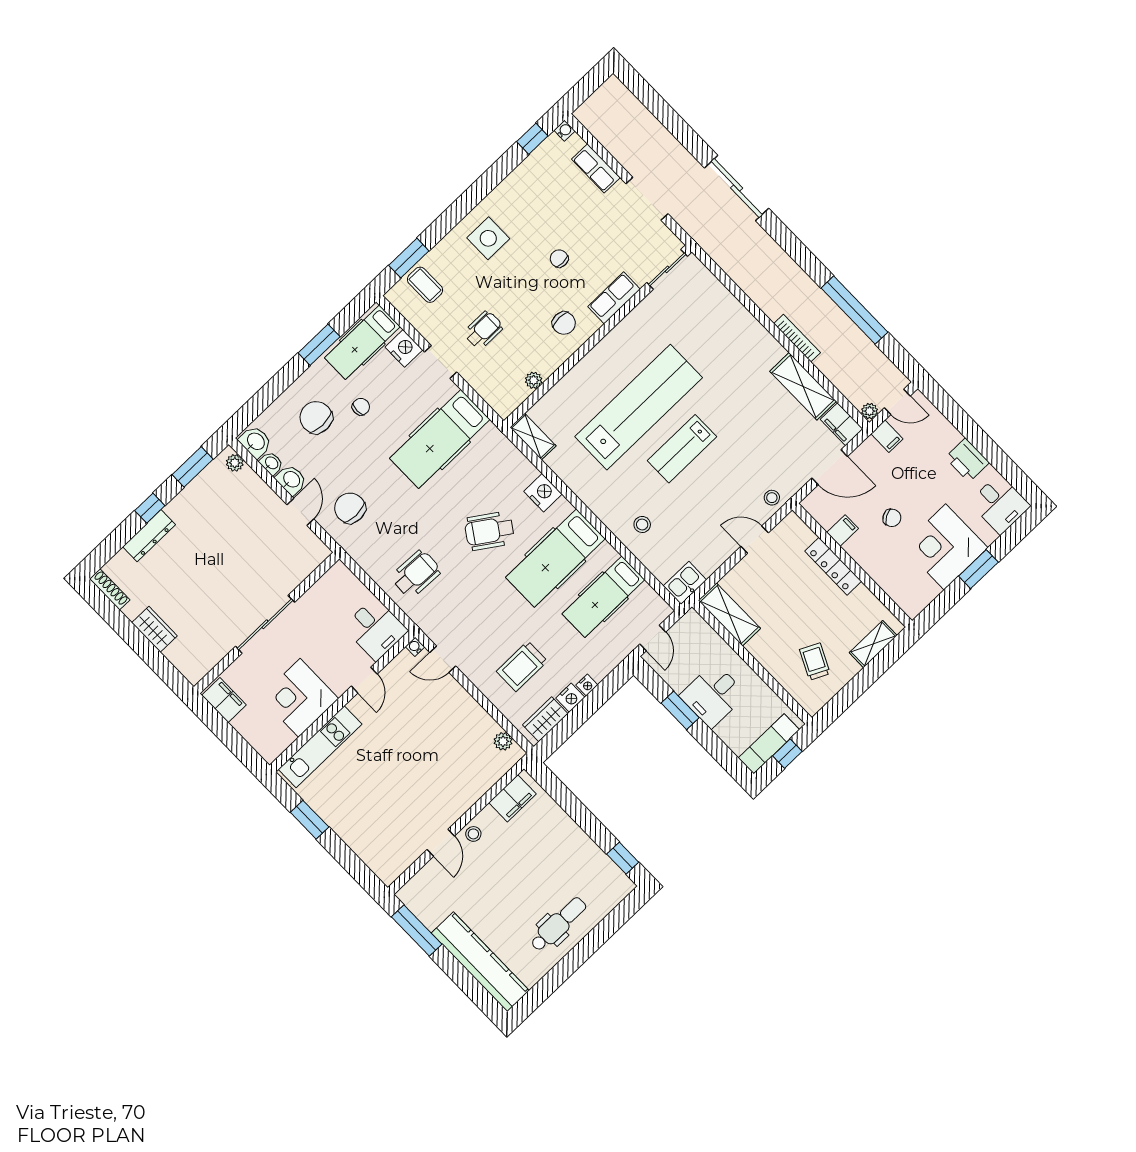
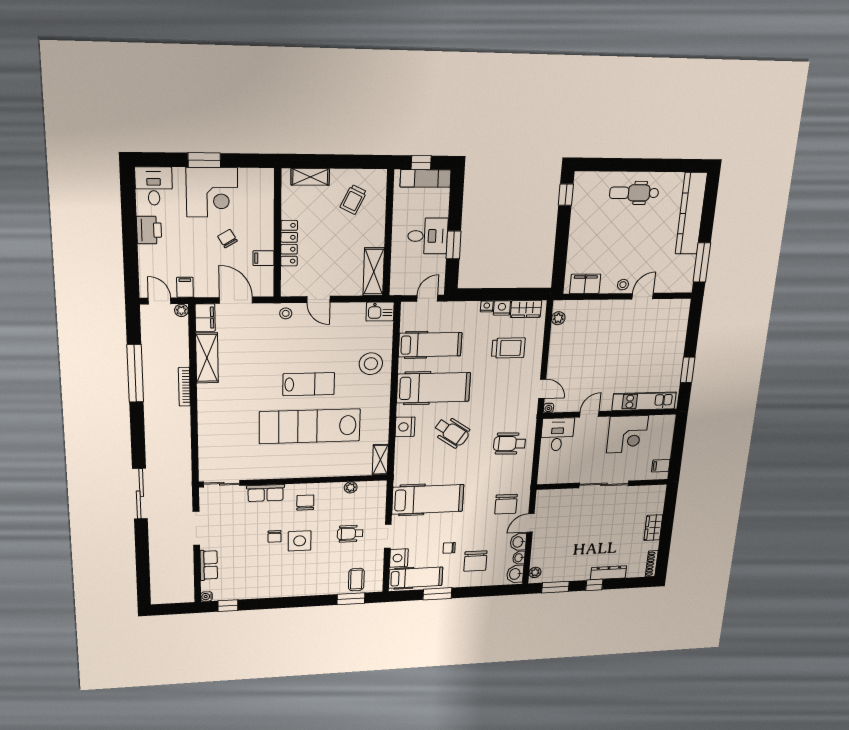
side table: (488, 238) -> (300, 541), moved
stool: (642, 524) -> (371, 364), width x1.89, depth x1.89
filing cabinet: (224, 700) -> (661, 466), width x0.50

